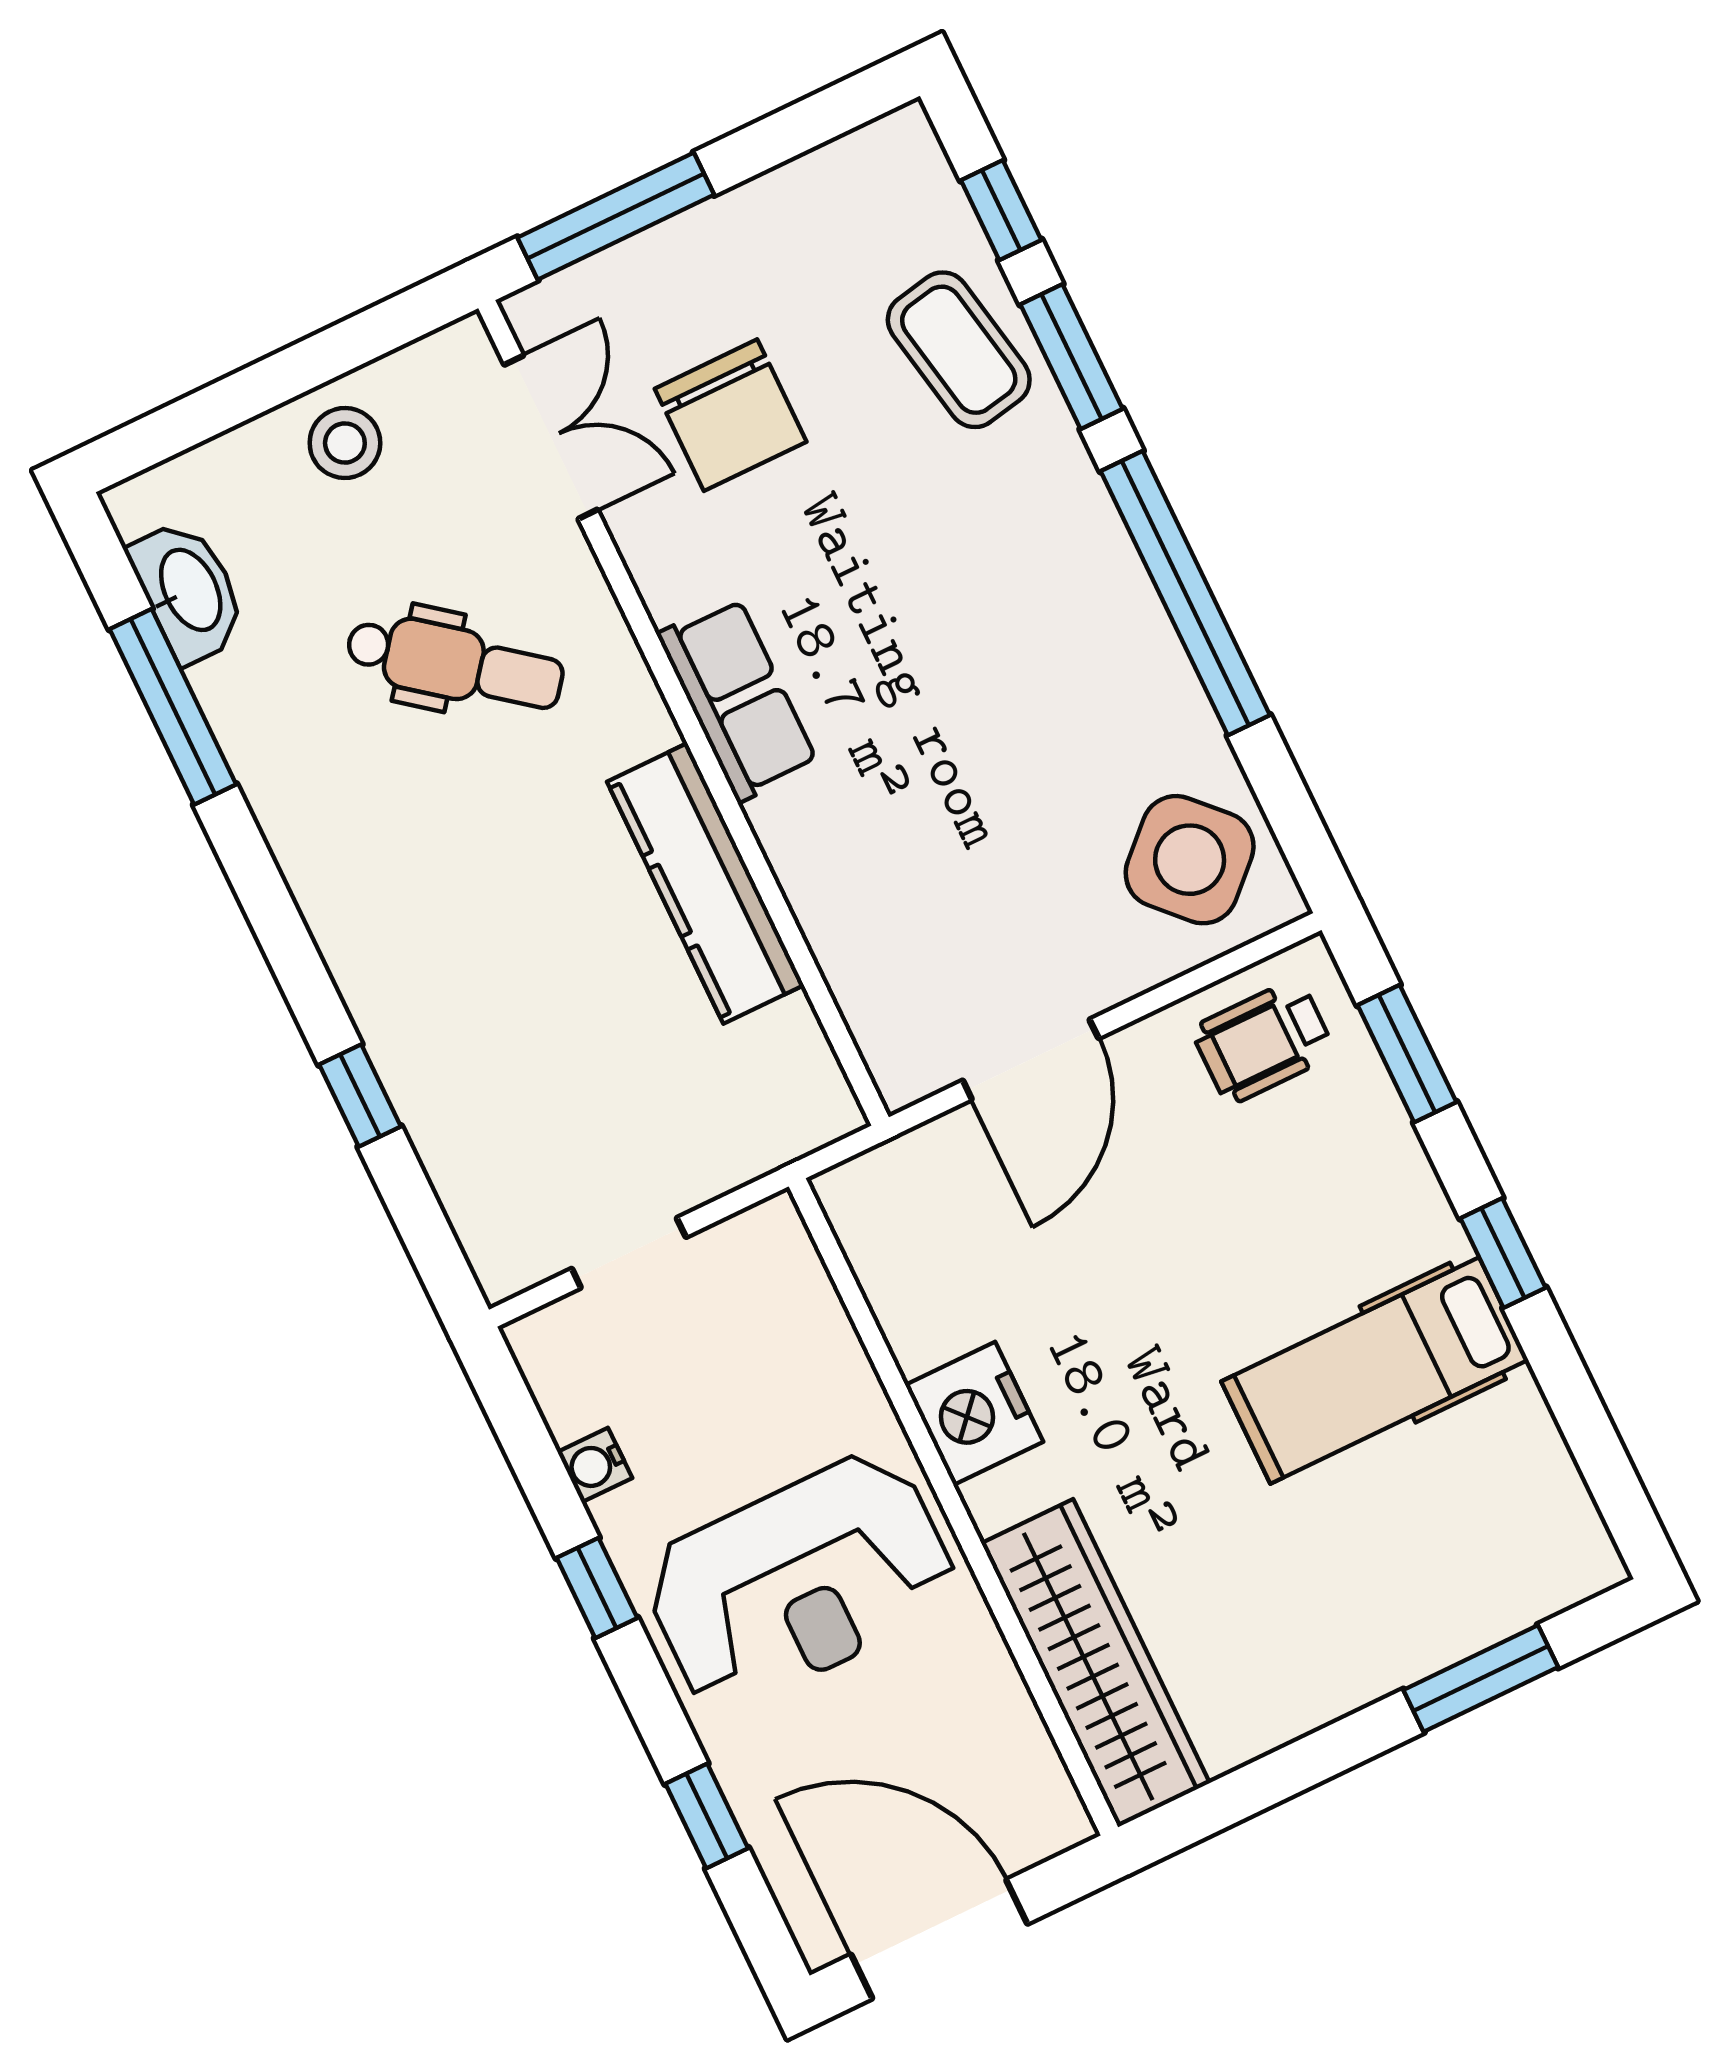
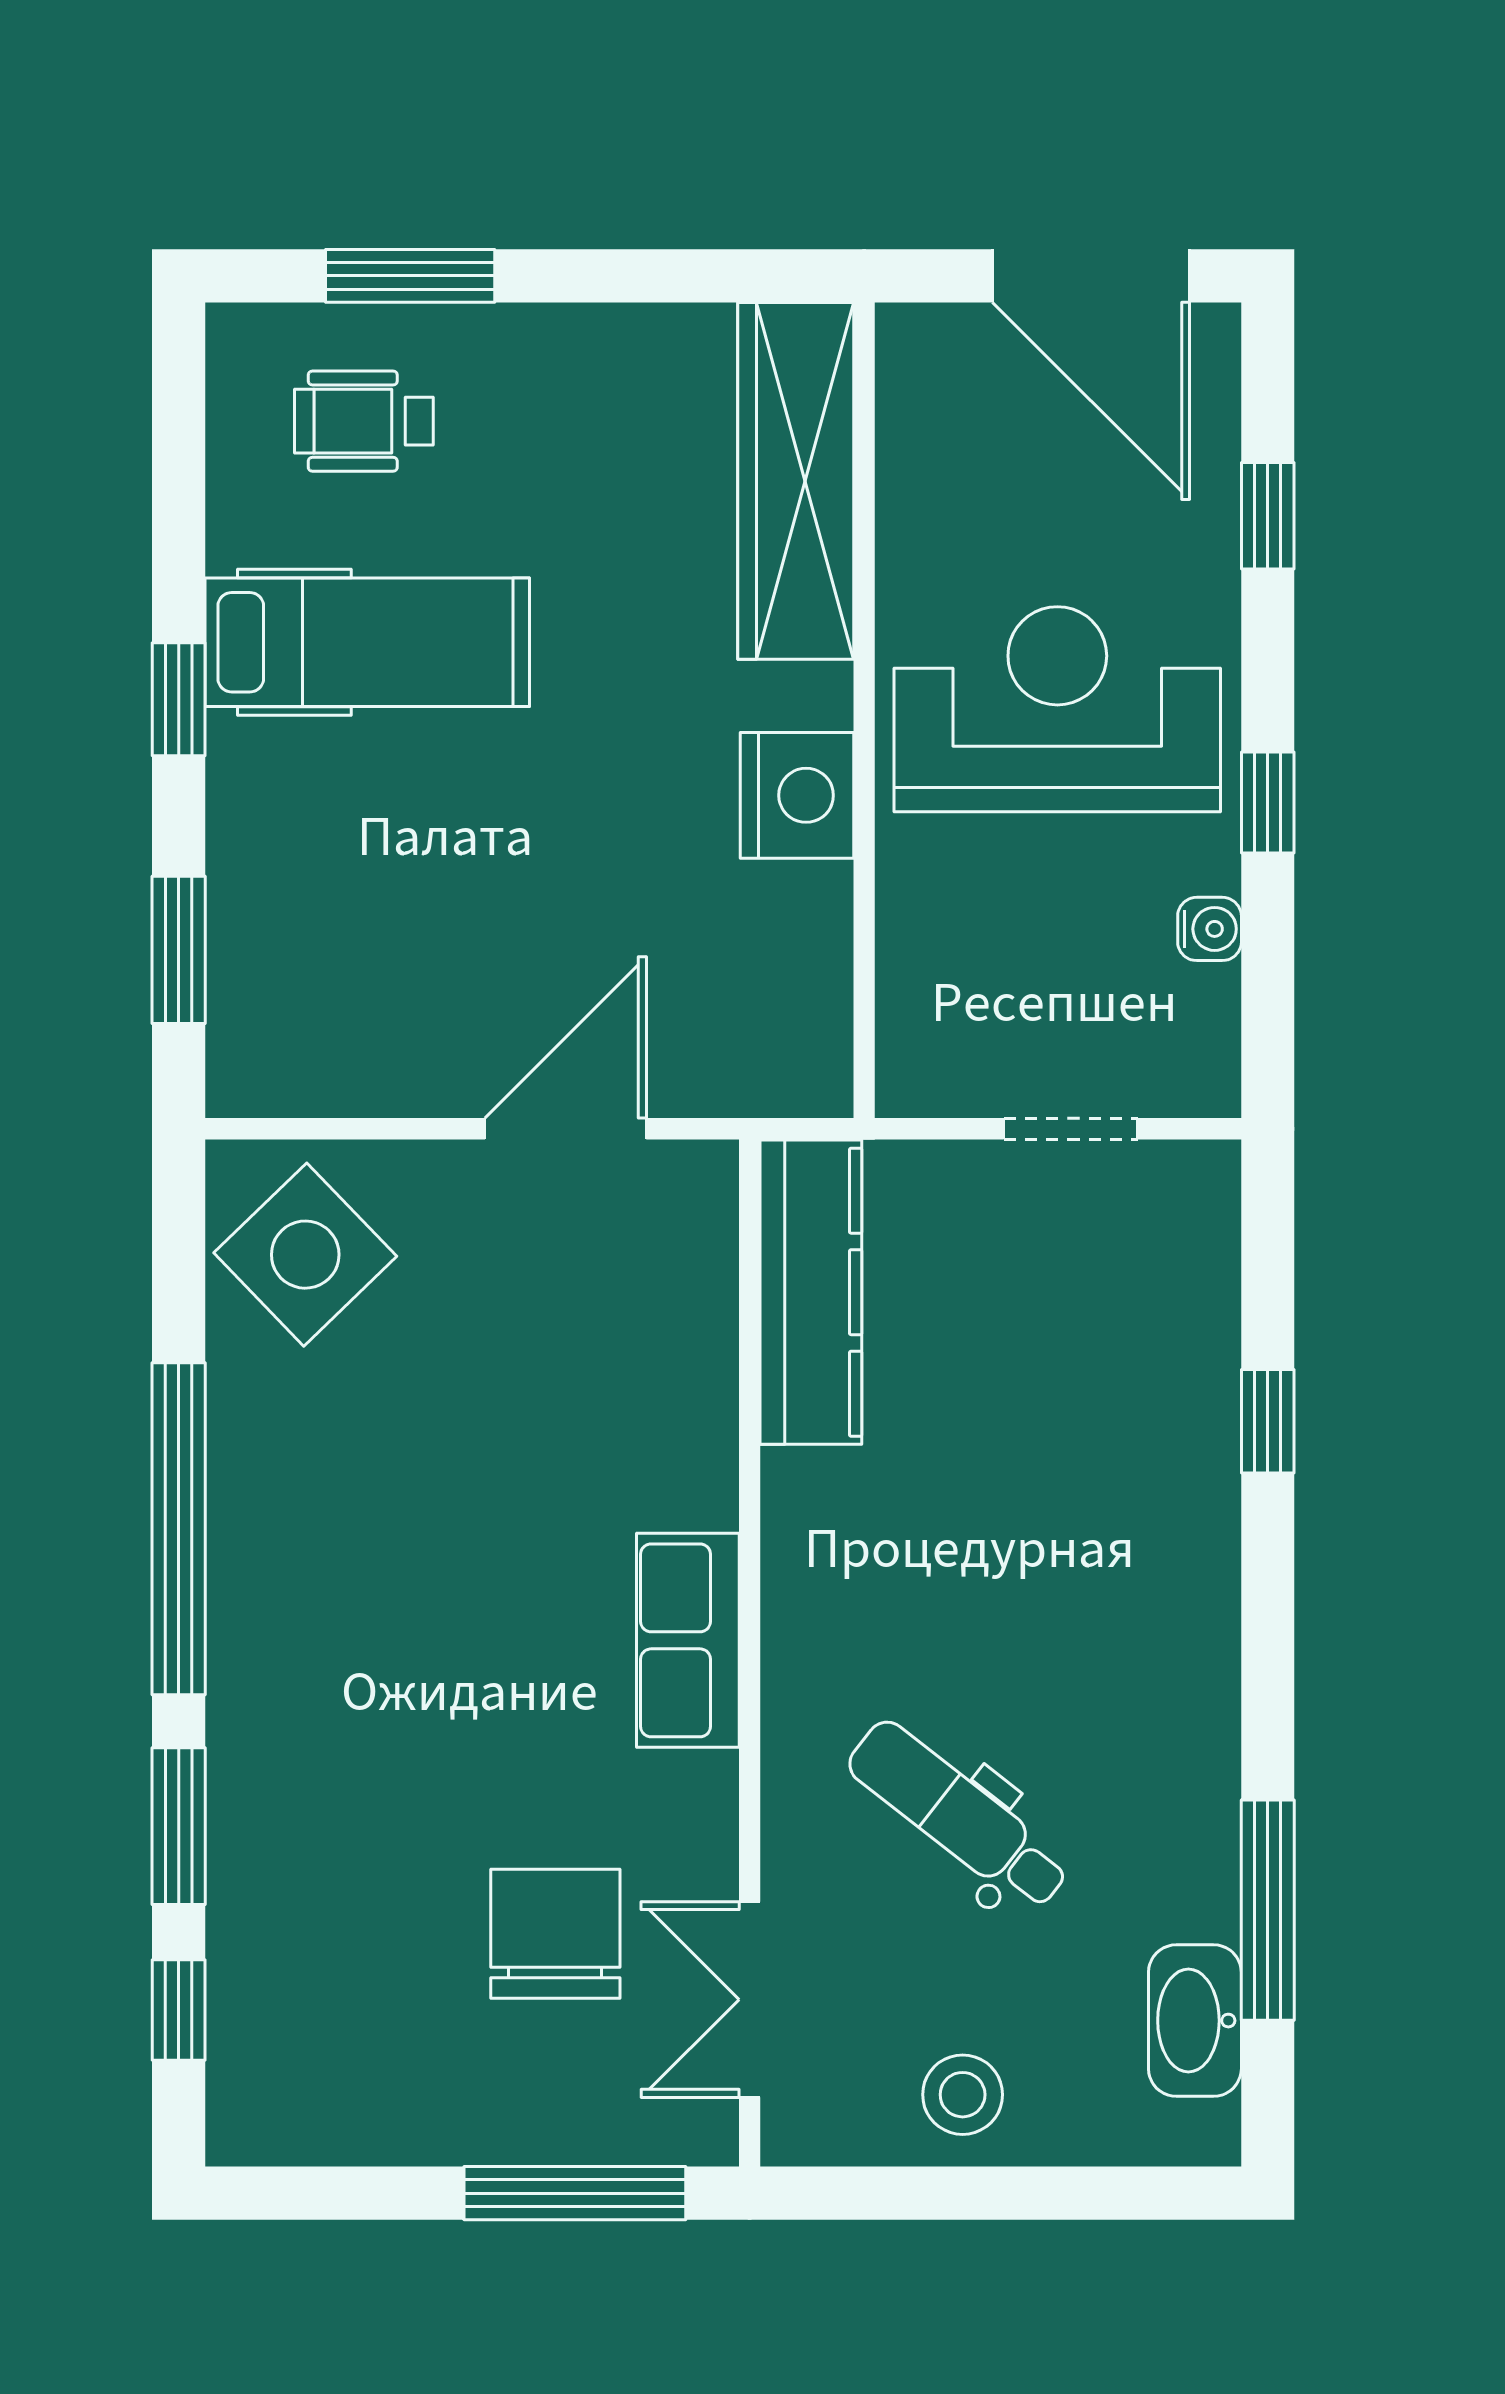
coffee table: (959, 350) -> (290, 1888), removed
kitchen counter: (705, 883) -> (811, 1292), moved
wheelchair: (1263, 1041) -> (364, 421), moved, turned 180

